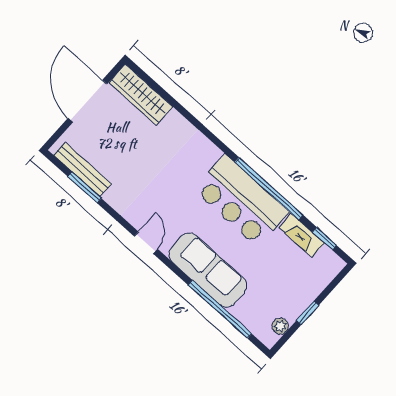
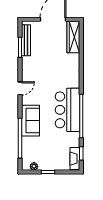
fireplace: (302, 235) -> (75, 159), moved
sofa: (208, 270) -> (31, 121), width x0.73

